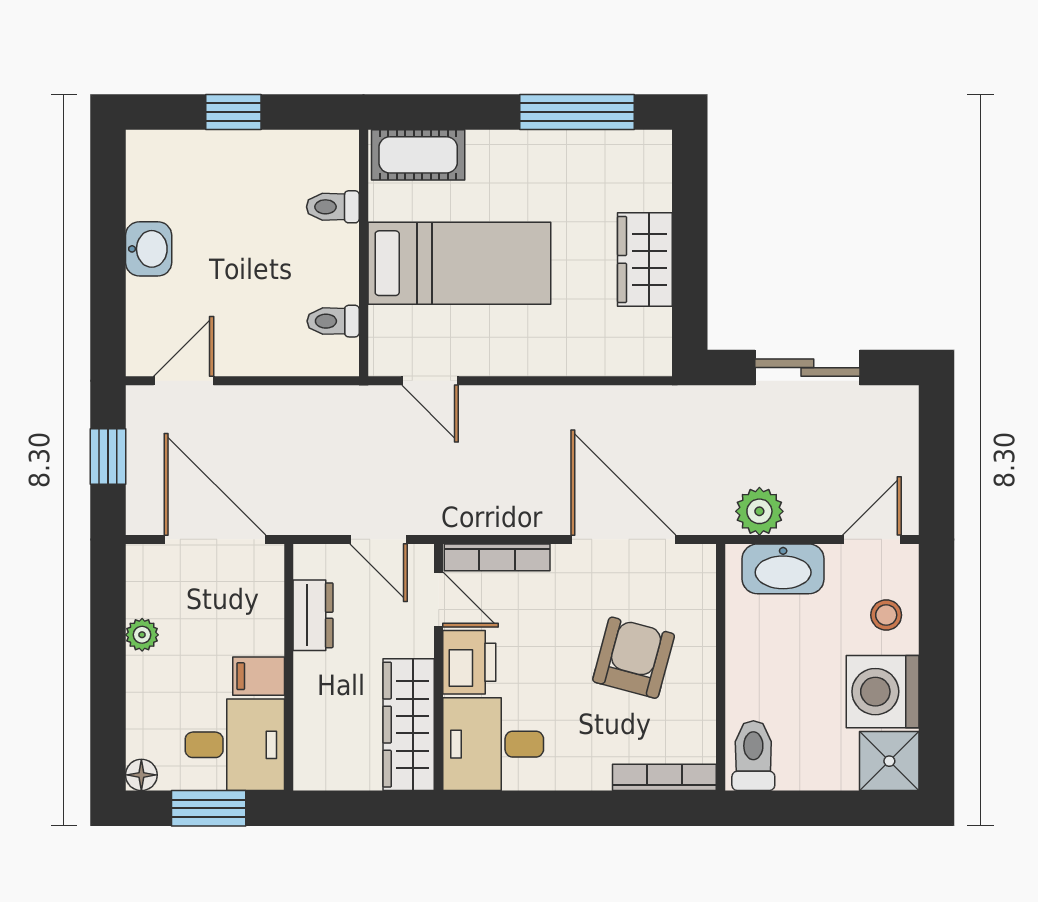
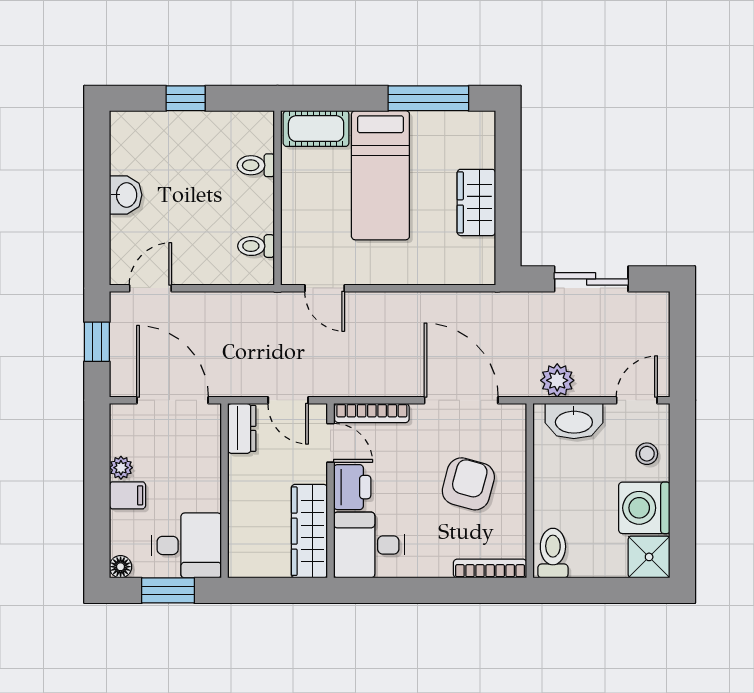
bed: (459, 263) -> (380, 175), moved, turned 90
dresser: (313, 615) -> (242, 428), moved
filing cabinet: (259, 676) -> (127, 495), moved, turned 180

